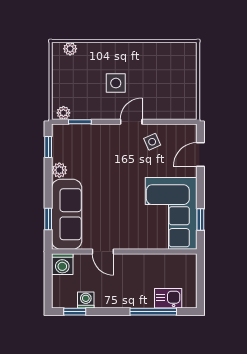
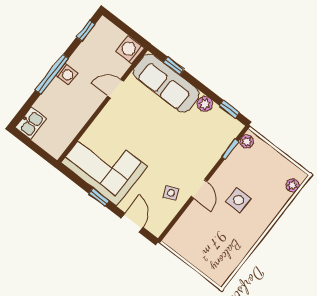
window: (200, 220) -> (99, 197), moved
kitchen sink: (168, 298) -> (31, 123), moved
washing machine: (86, 300) -> (67, 74), moved
window: (153, 312) -> (52, 74), moved

